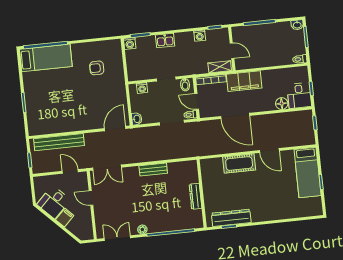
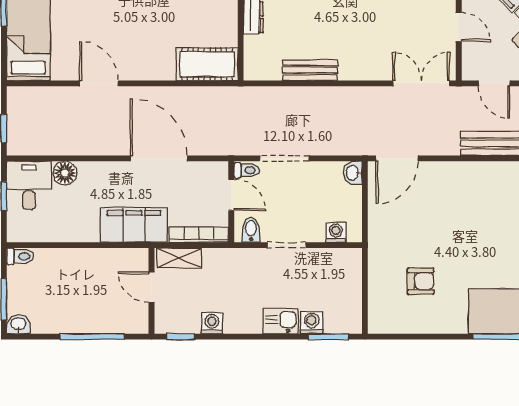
washing machine: (130, 43) -> (312, 323), moved
cot: (239, 164) -> (207, 64), moved
bench: (153, 169) -> (310, 70), moved

